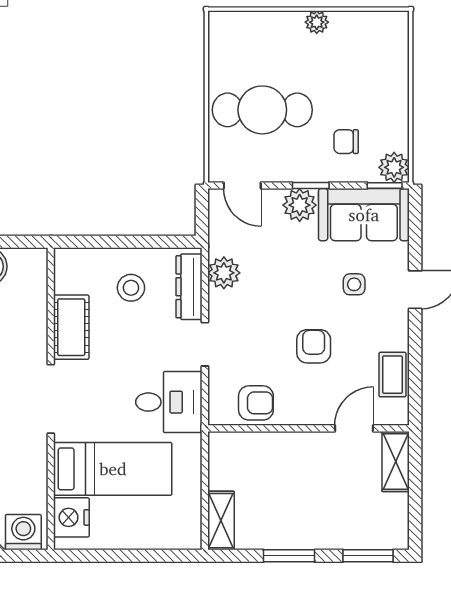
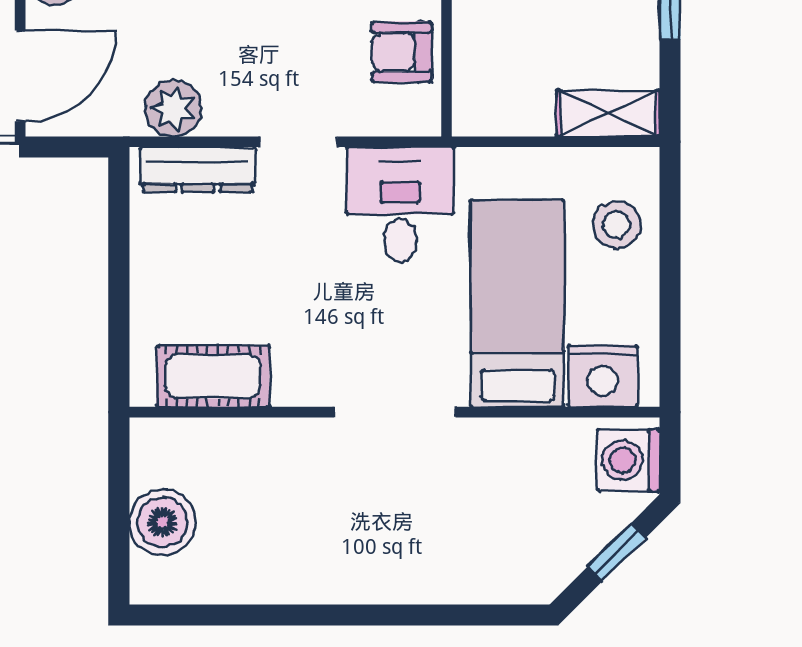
door: (242, 185) -> (20, 76), width x1.38
stool: (131, 288) -> (617, 225), moved
cot: (71, 327) -> (213, 376), moved
armchair: (256, 403) -> (402, 52), turned -90

